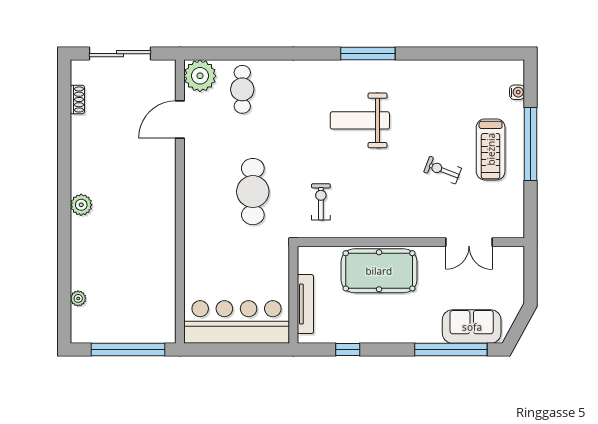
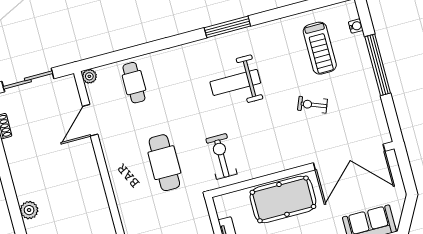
plant: (200, 76) -> (89, 76), width x0.53, depth x0.53
treadmill: (491, 149) -> (320, 48), moved
exercise bike: (321, 202) -> (221, 156), width x1.38, depth x1.39
double door: (469, 242) -> (349, 157), width x1.87

